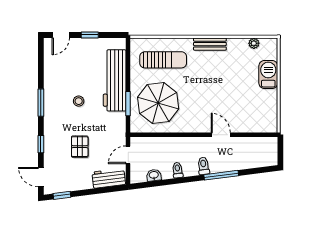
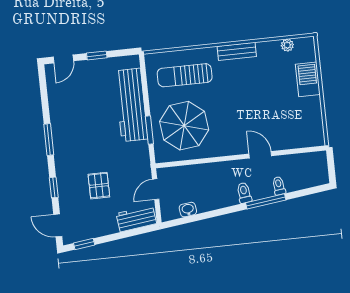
sun lounger: (163, 60) -> (185, 75), turned 180
stool: (79, 101) -> (92, 133), removed
toilet: (178, 170) -> (279, 186), moved

